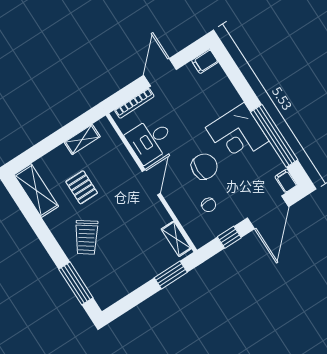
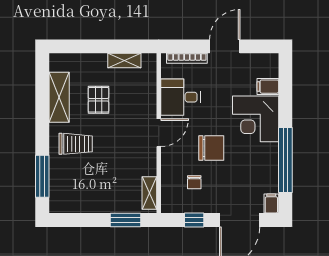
filing cabinet: (205, 61) -> (268, 87), moved
corner desk: (237, 134) -> (256, 119), moved
shelving: (36, 191) -> (59, 97), moved
trolley: (86, 237) -> (76, 144), turned -125

